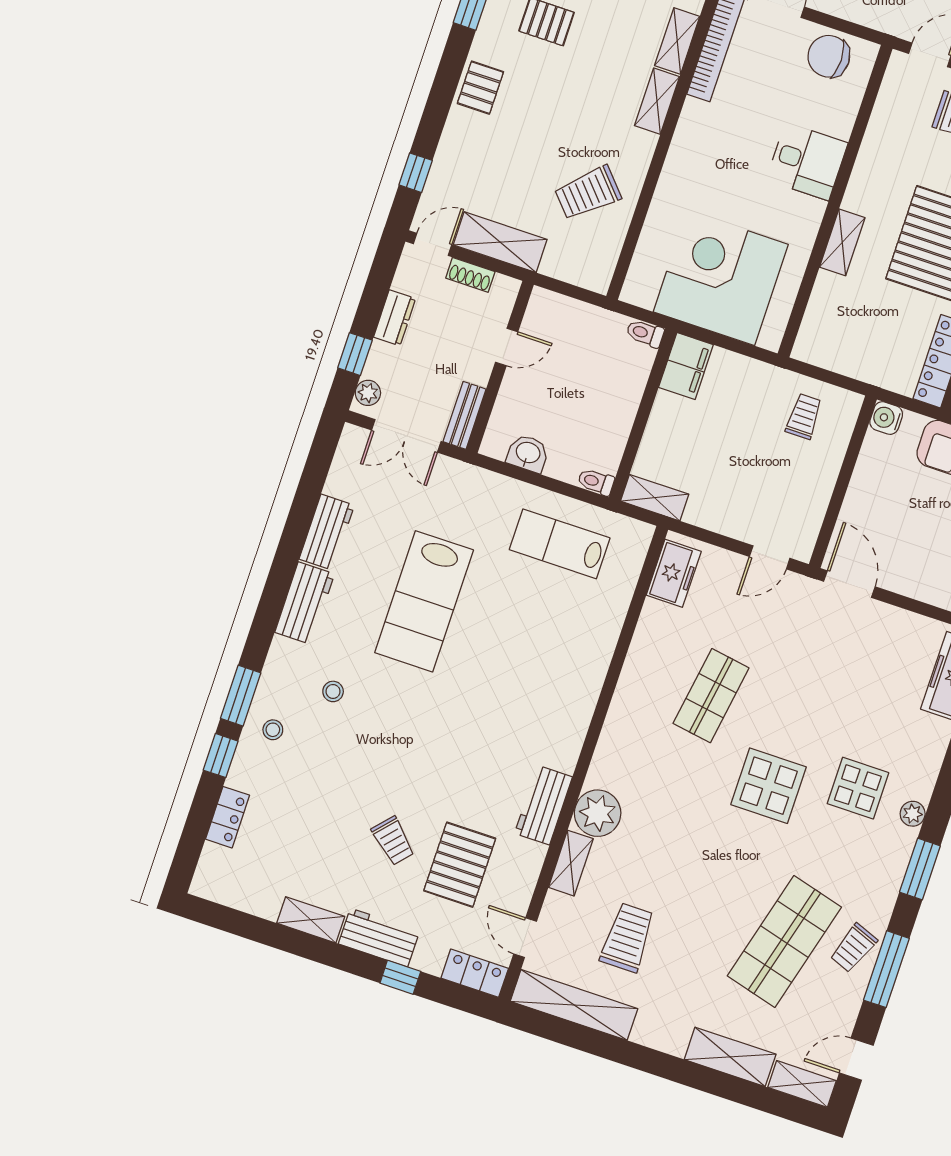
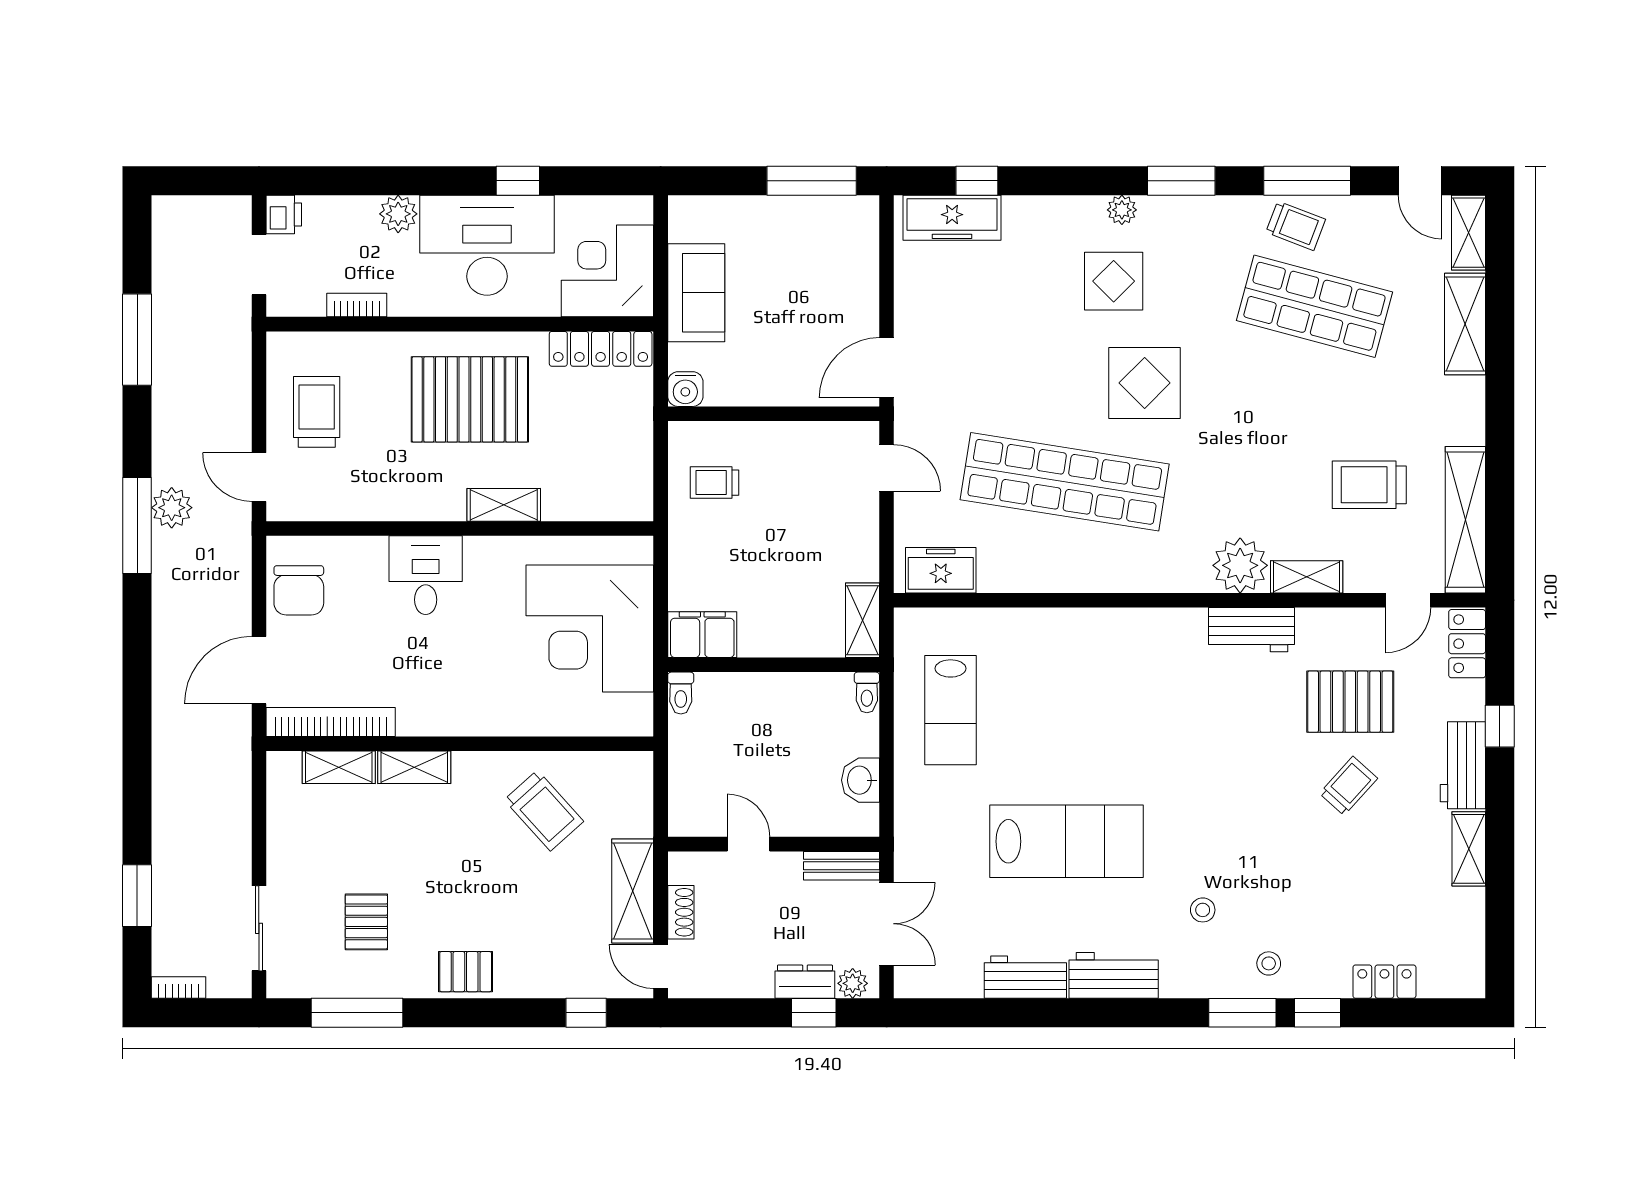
dresser: (395, 318) -> (805, 982), moved
shop shelf: (711, 696) -> (1065, 482), width x2.00, depth x1.36

